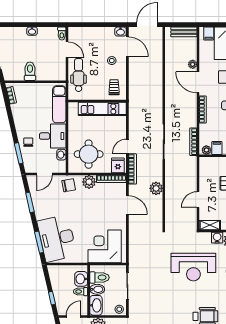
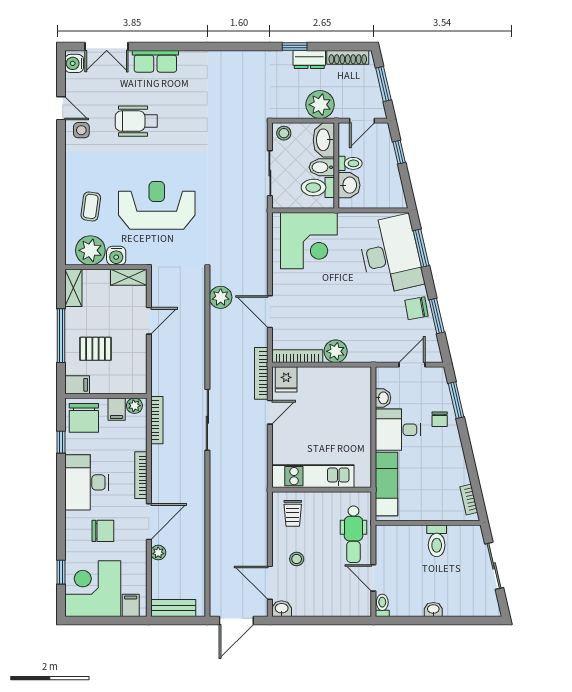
door: (198, 82) -> (149, 522), hinge flipped
round table: (89, 154) -> (336, 399), removed
chair: (69, 185) -> (416, 308), moved
plant: (156, 188) -> (221, 297), moved

